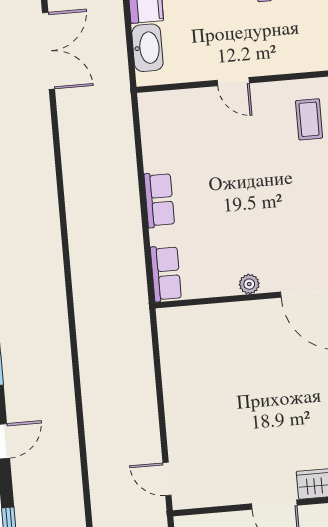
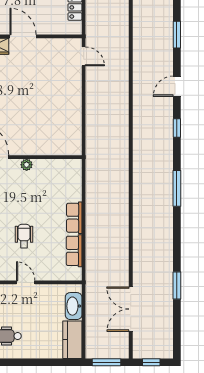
wheelchair: (243, 161) -> (24, 236), added
row of seats: (166, 273) -> (74, 251), moved

